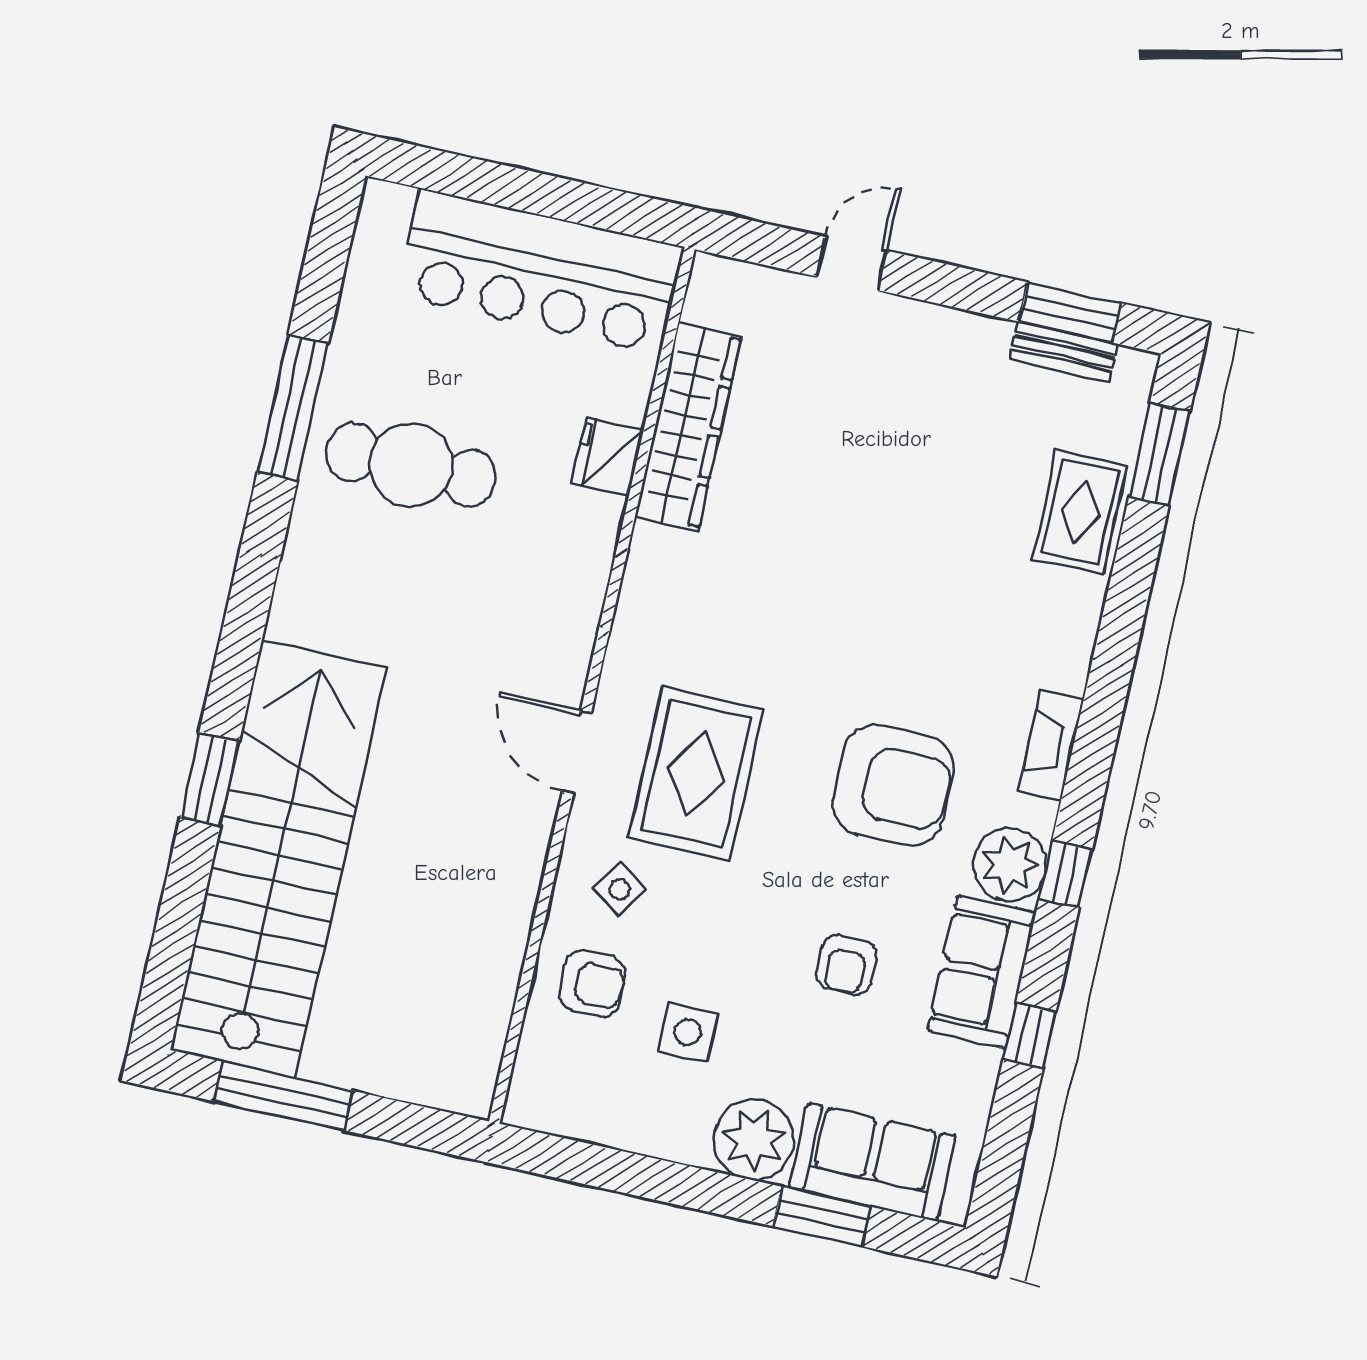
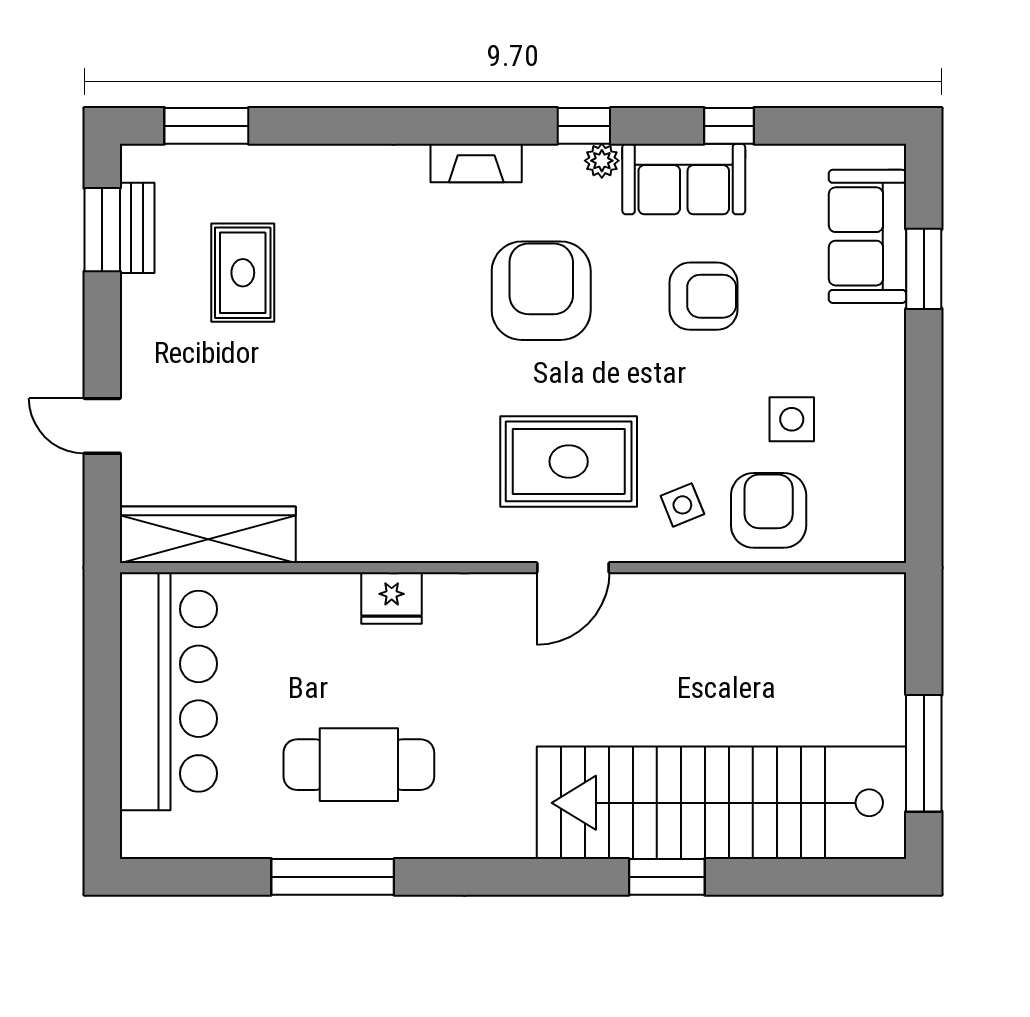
wardrobe: (688, 426) -> (208, 535), moved
fridge: (608, 457) -> (392, 598), moved
cafe table: (411, 465) -> (359, 765), turned 90
rug: (1080, 512) -> (243, 273), moved, turned 90
plant: (1010, 865) -> (602, 161), width x0.53, depth x0.53
side table: (620, 889) -> (682, 505), turned 34
armchair: (846, 965) -> (704, 296), width x1.38, depth x1.38
armchair: (592, 984) -> (769, 510), width x1.38, depth x1.38
plant: (754, 1140) -> (871, 342), removed

